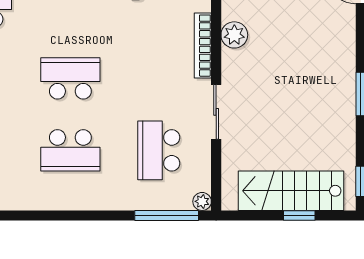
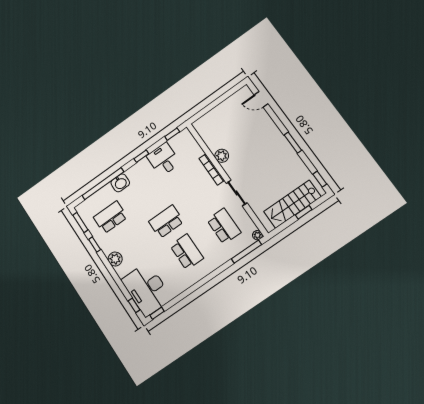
school desk: (70, 150) -> (187, 252), turned -90
school desk: (159, 150) -> (224, 226), turned 180

